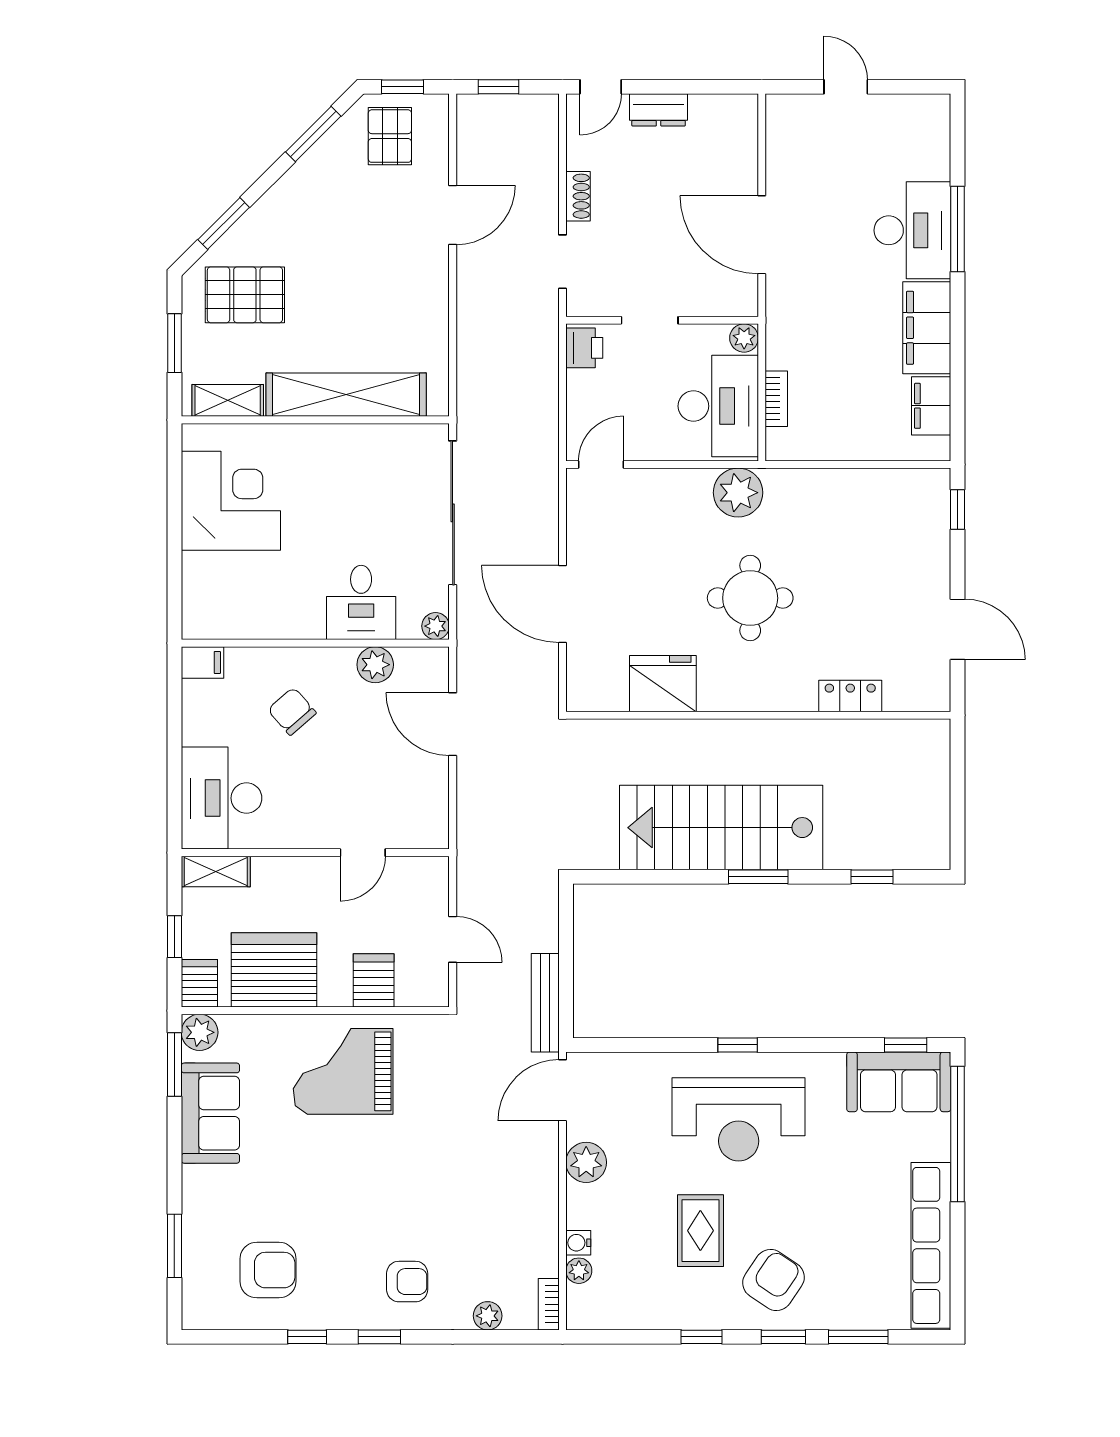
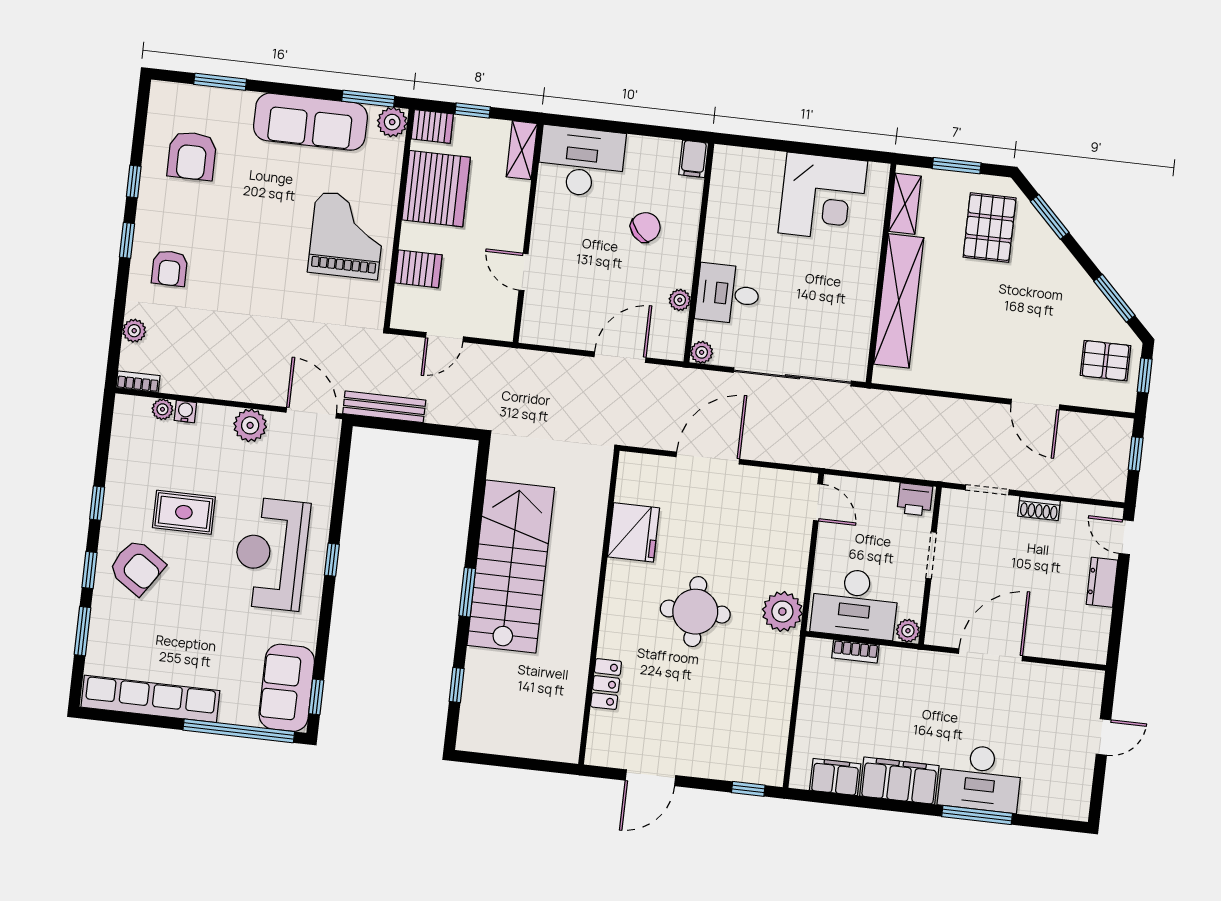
plant: (375, 665) -> (680, 300), width x0.73, depth x0.73
sofa: (210, 1113) -> (310, 122), width x1.36

